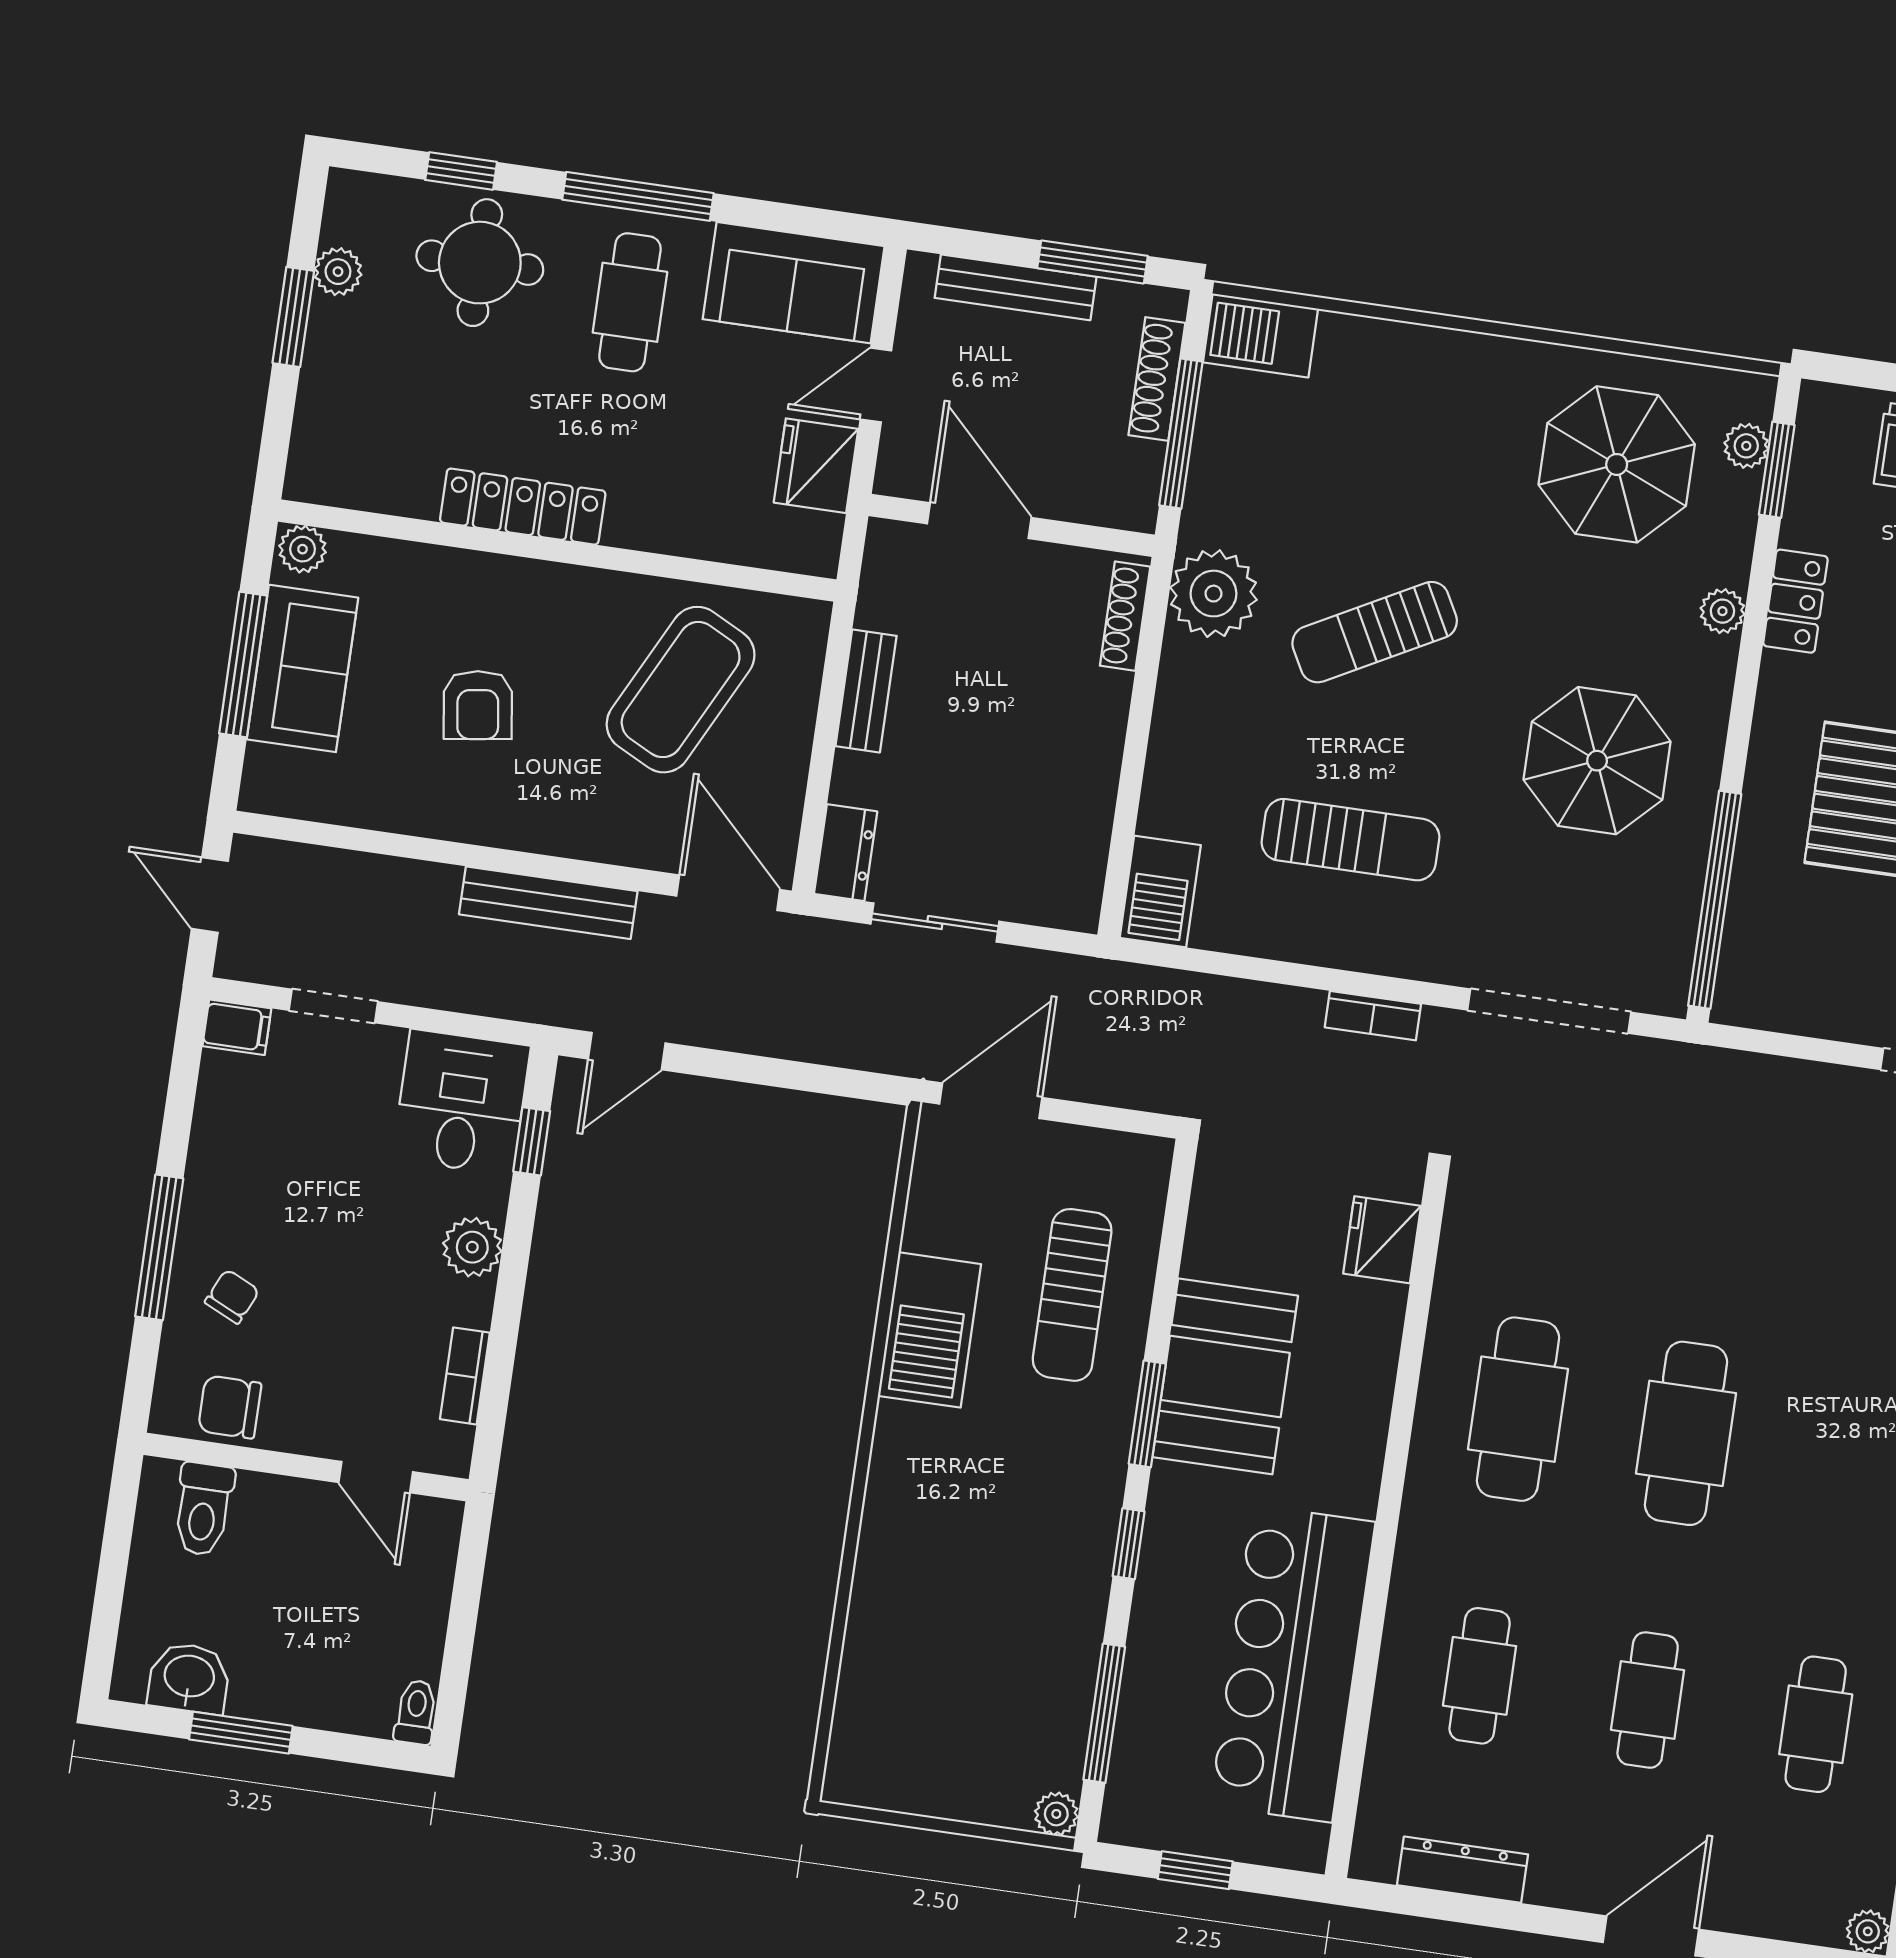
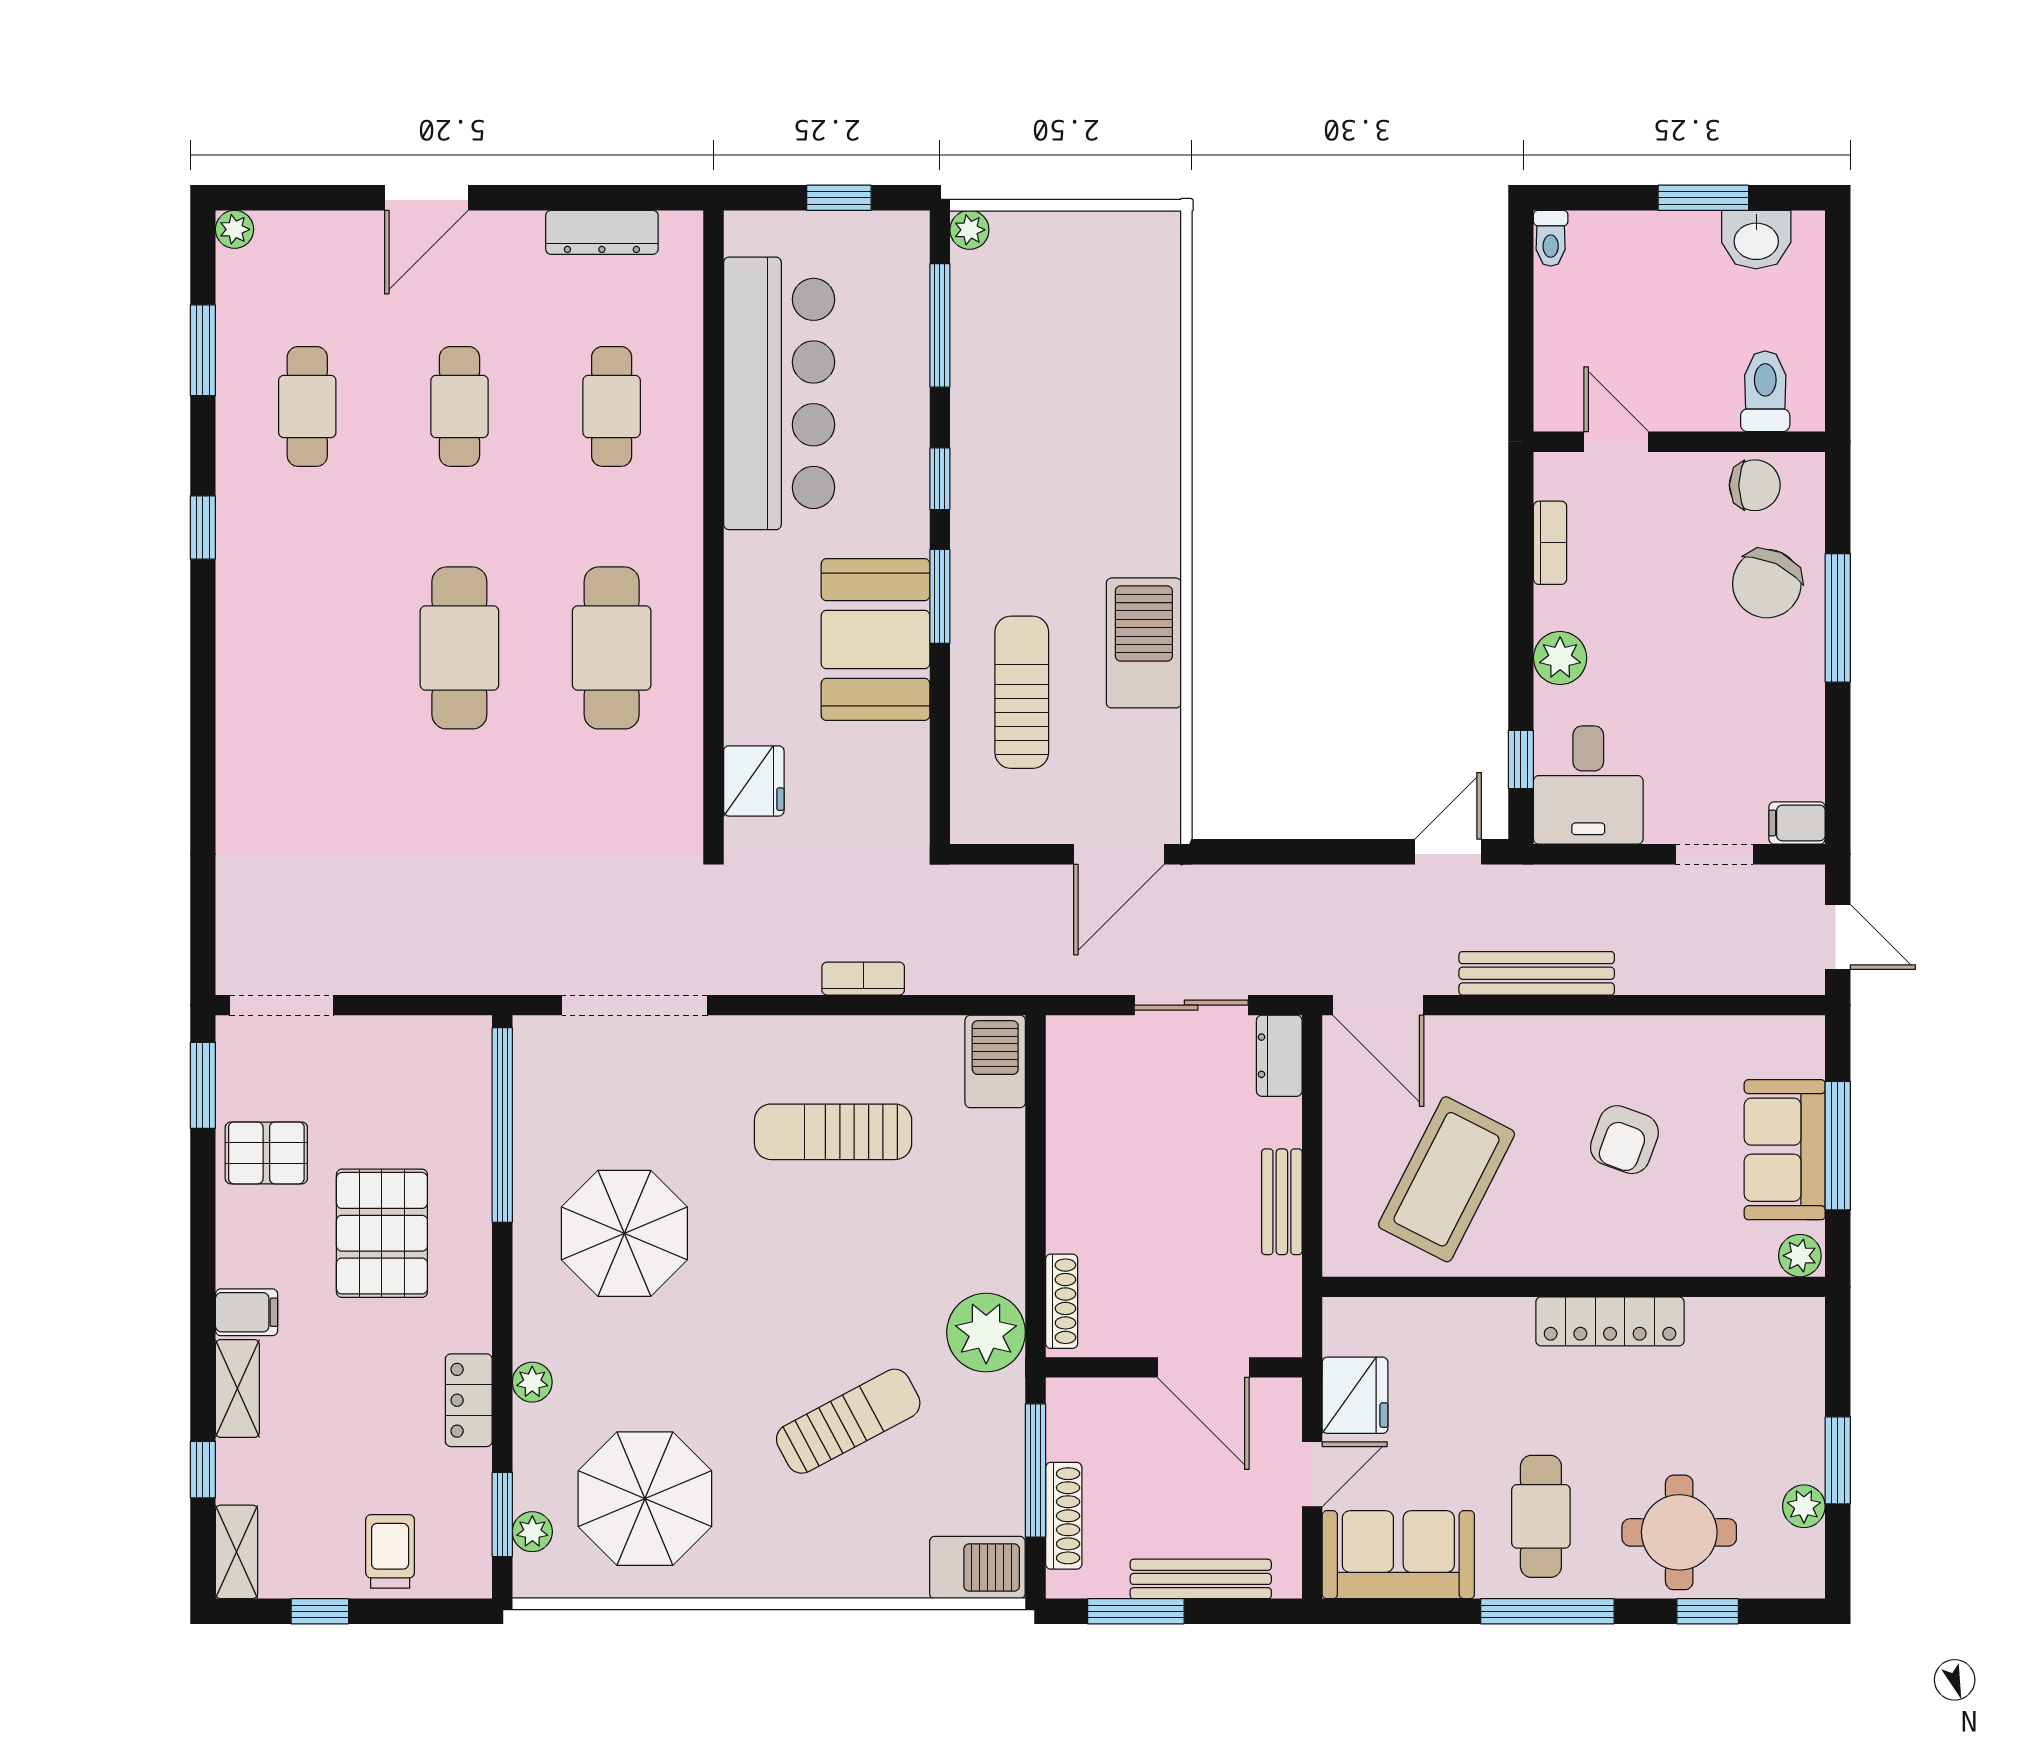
sun lounger: (1375, 632) -> (848, 1421), moved
armchair: (478, 705) -> (1624, 1140), turned -152
bookcase: (1373, 1016) -> (863, 979), moved
chair: (232, 1296) -> (1767, 584), width x1.87, depth x1.87

